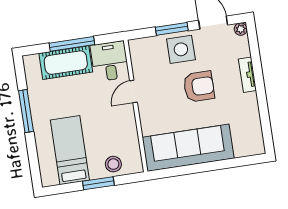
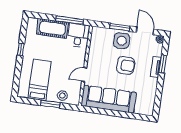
window: (72, 44) -> (70, 20), moved
window: (257, 67) -> (163, 64), added
door: (133, 92) -> (84, 75), moved
window: (26, 111) -> (21, 50), width x0.46

